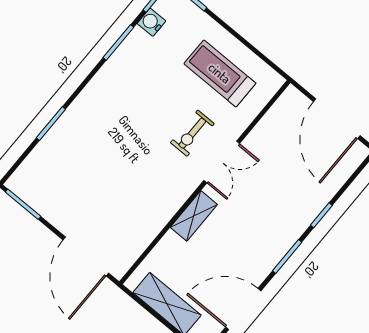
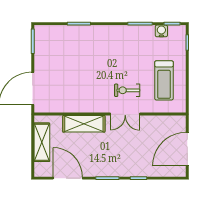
treadmill: (220, 73) -> (164, 80), turned 180
shelving: (194, 216) -> (84, 124), width x1.50, depth x1.33

